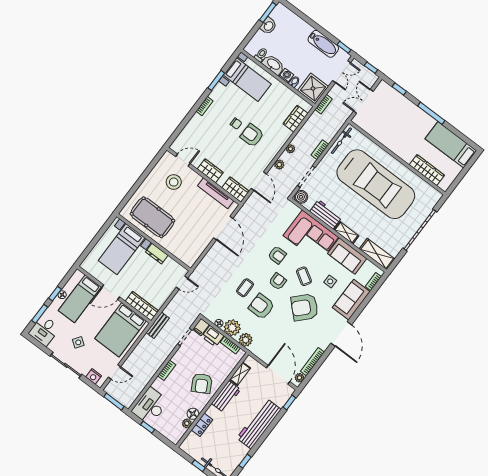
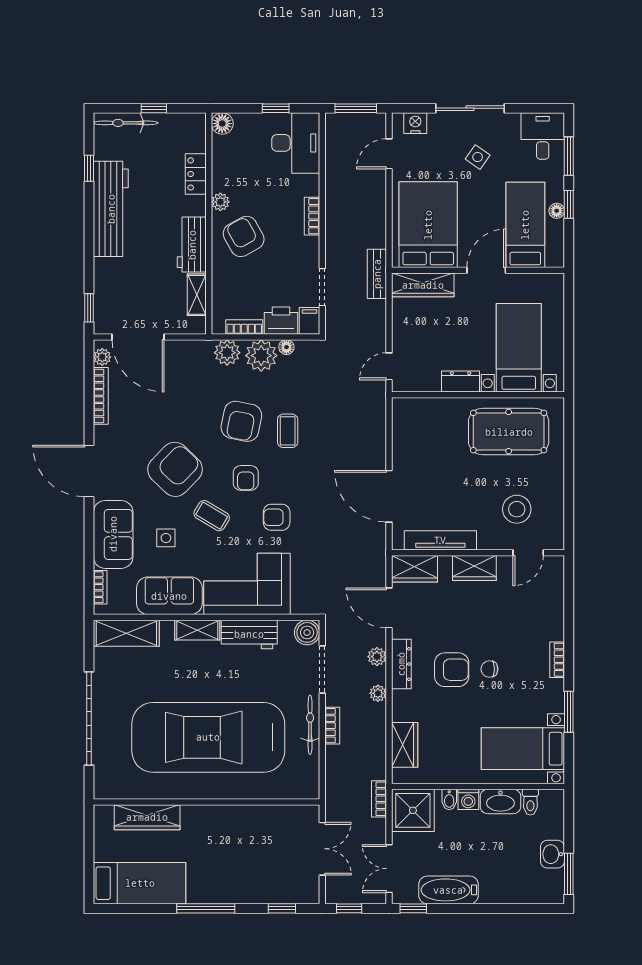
bicycle: (341, 141) -> (310, 725), moved
dresser: (271, 154) -> (401, 664), added
armchair: (261, 306) -> (241, 421), turned 101
floor lamp: (193, 414) -> (222, 124), moved
plant: (187, 423) -> (220, 202), moved
workbench: (259, 424) -> (111, 209), moved

